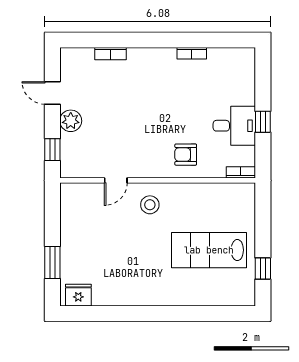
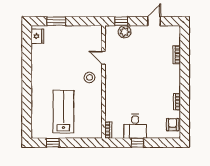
plant: (71, 121) -> (125, 32), moved
armchair: (186, 155) -> (173, 125), moved

